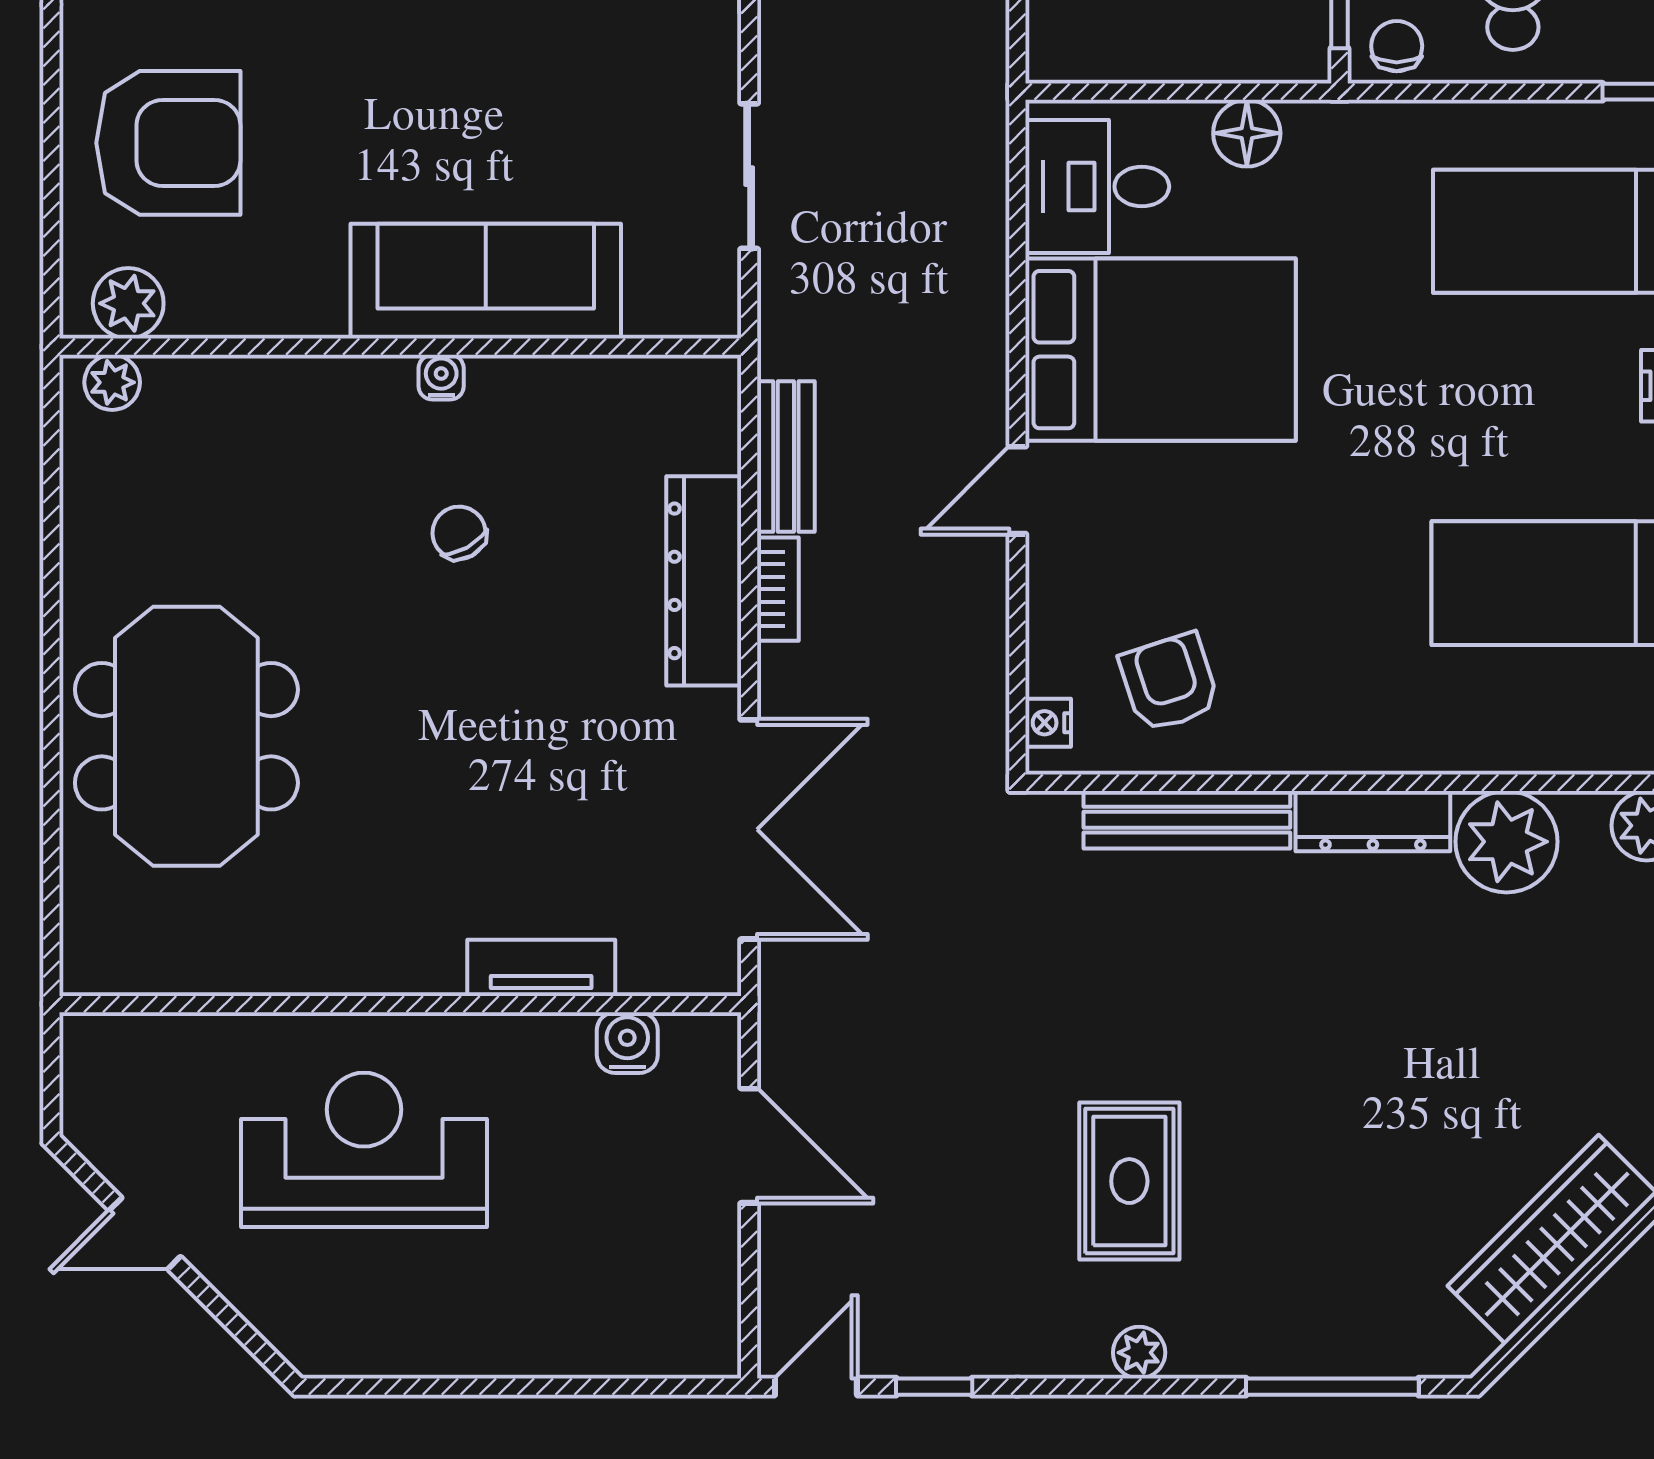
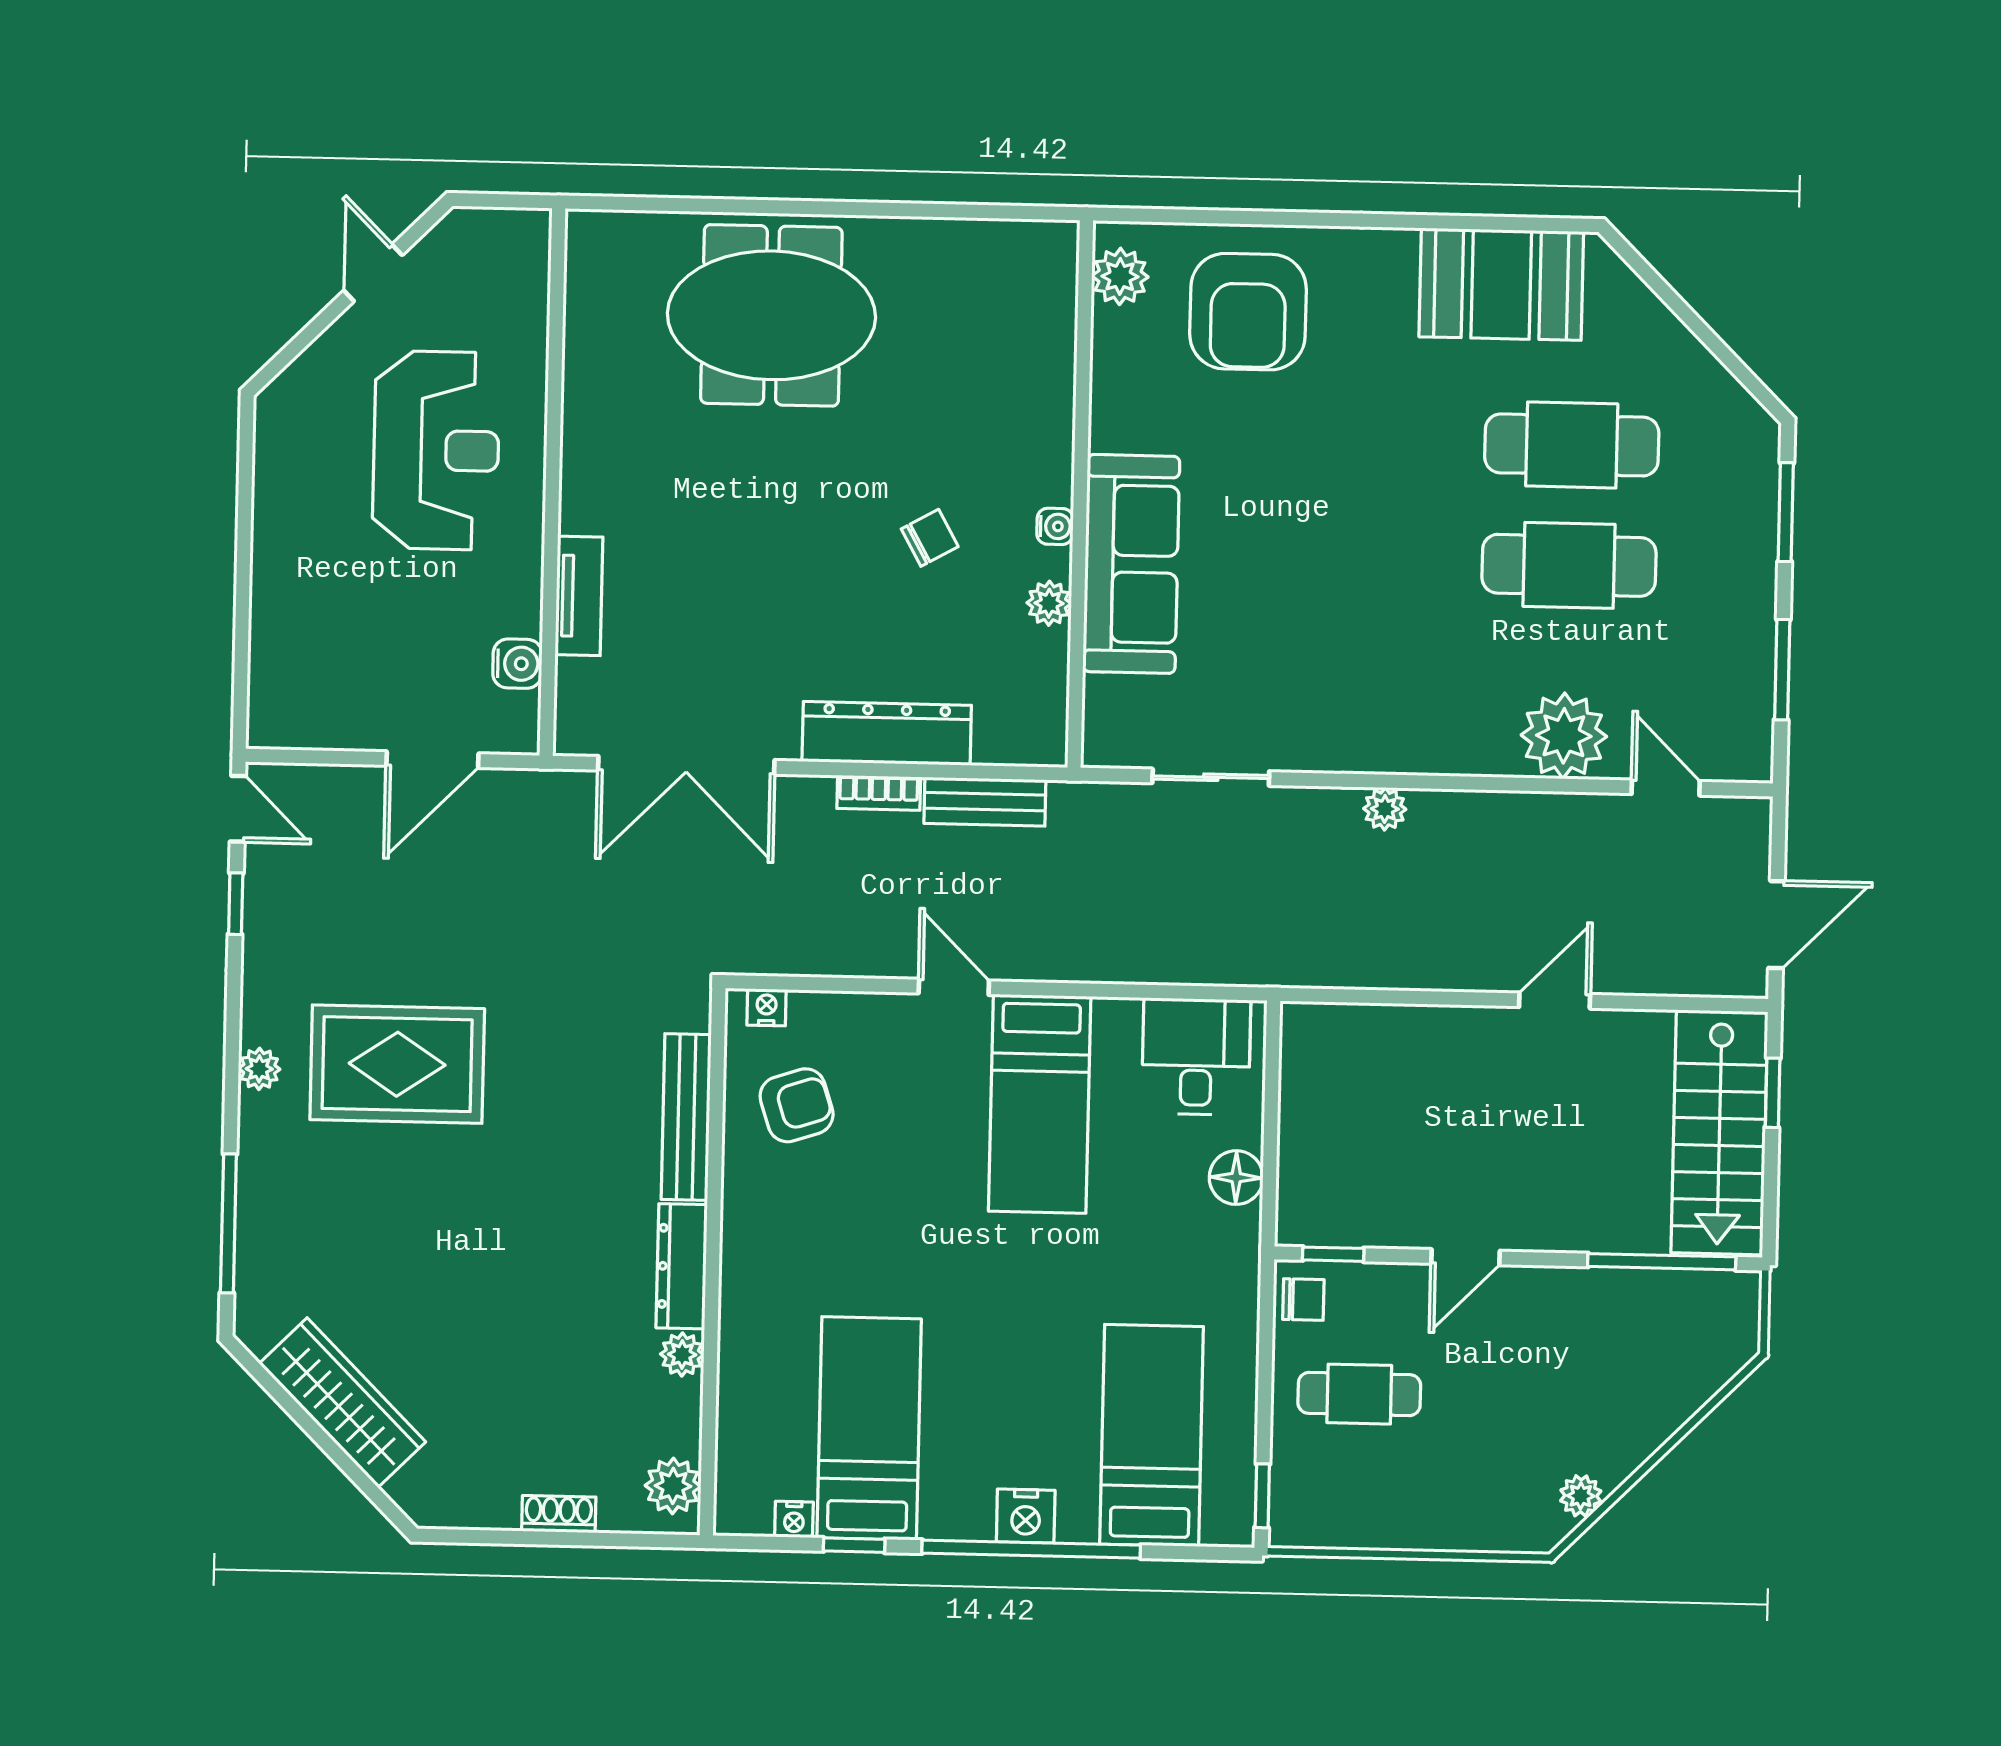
bed: (1161, 350) -> (1040, 1104), width x0.67
plant: (112, 382) -> (1049, 603), moved
plant: (1507, 842) -> (682, 1354), width x0.53, depth x0.53
rug: (1129, 1181) -> (397, 1064), width x1.36, depth x1.43

